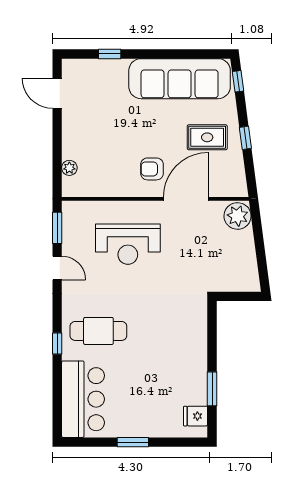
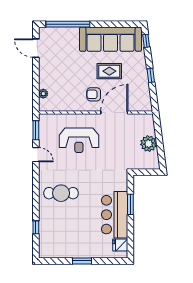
window: (110, 54) -> (68, 24), width x3.17
rug: (207, 137) -> (109, 71), moved
plant: (238, 216) -> (149, 144), moved
window: (57, 343) -> (36, 227), moved
window: (212, 389) -> (130, 204), moved
bar counter: (83, 399) -> (115, 215), moved, turned 180

